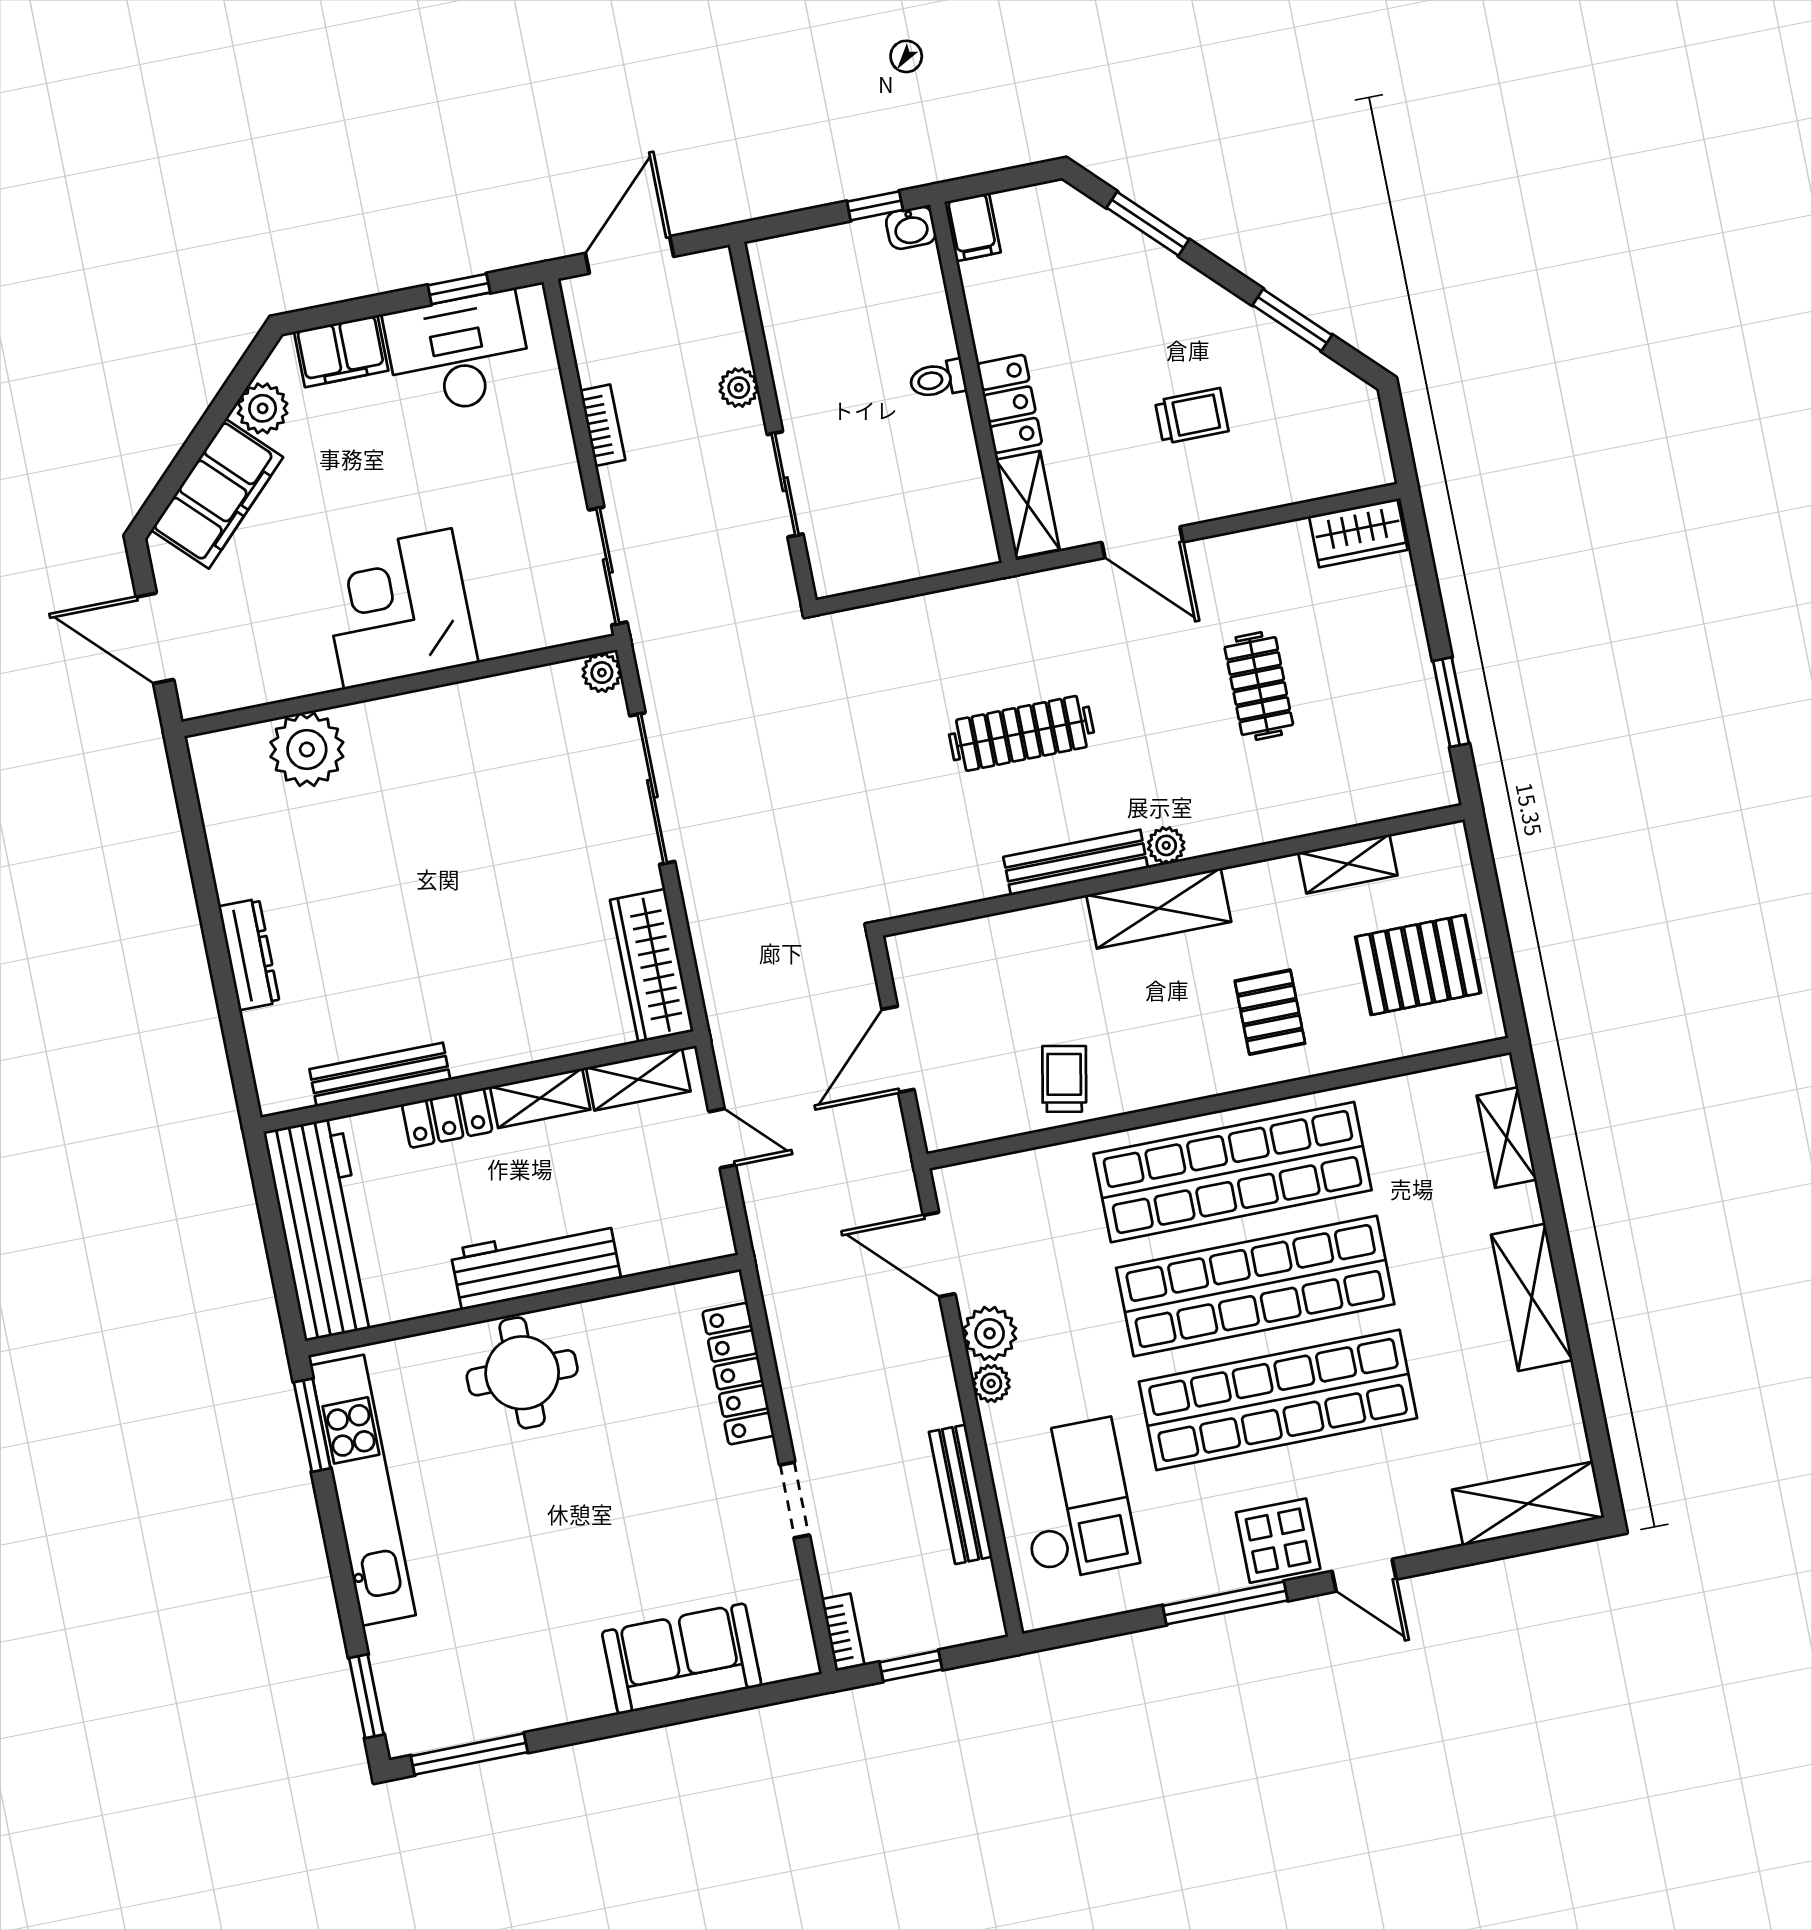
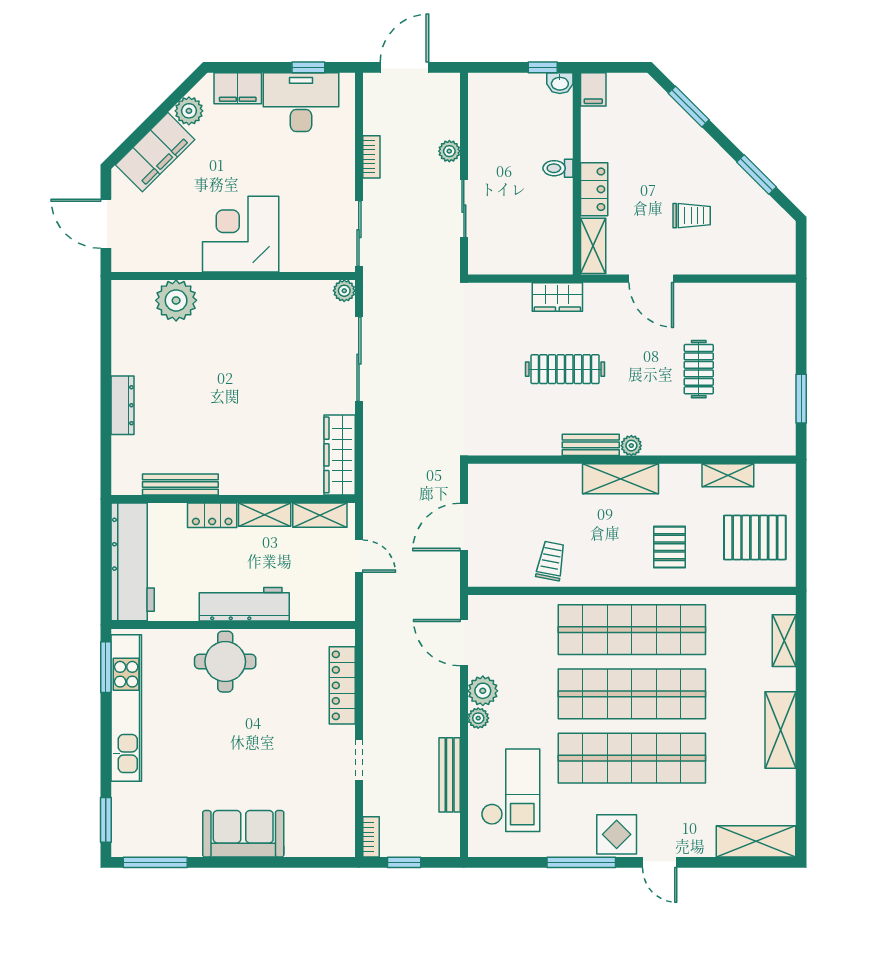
wardrobe: (1358, 533) -> (557, 297), moved
bench: (1076, 862) -> (591, 445), width x0.73
sofa: (682, 1659) -> (243, 834), moved

